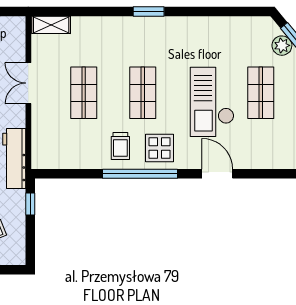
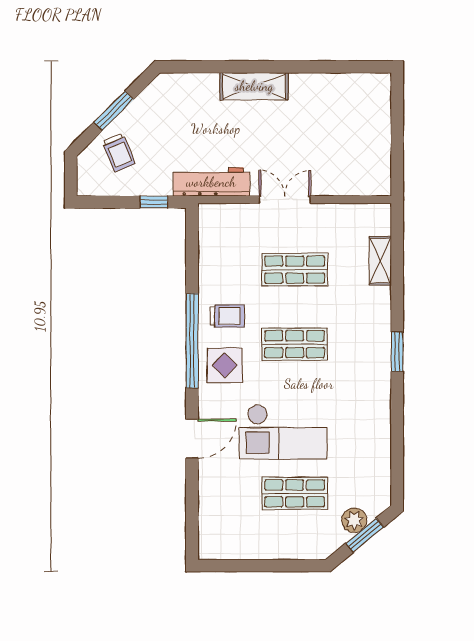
shelving: (51, 25) -> (380, 261), moved
double door: (28, 83) -> (285, 200), moved
checkout: (212, 102) -> (283, 432), turned 180
trolley: (120, 146) -> (227, 316), turned 180

